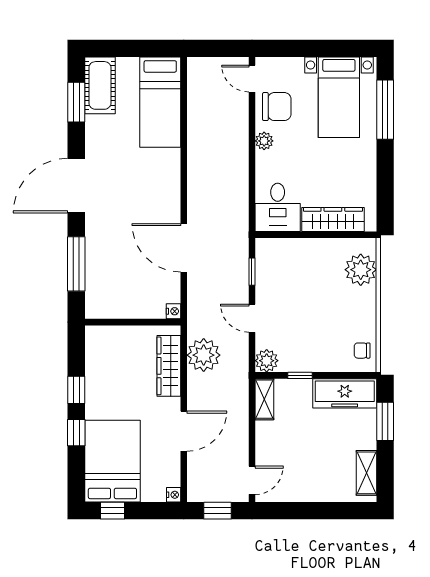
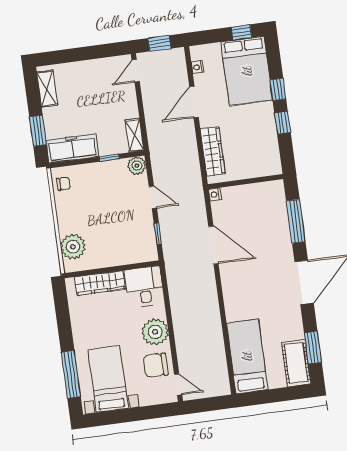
plant: (264, 141) -> (155, 332), width x1.87, depth x1.87
plant: (204, 355) -> (187, 163), removed
nightstand: (174, 495) -> (197, 67), moved

